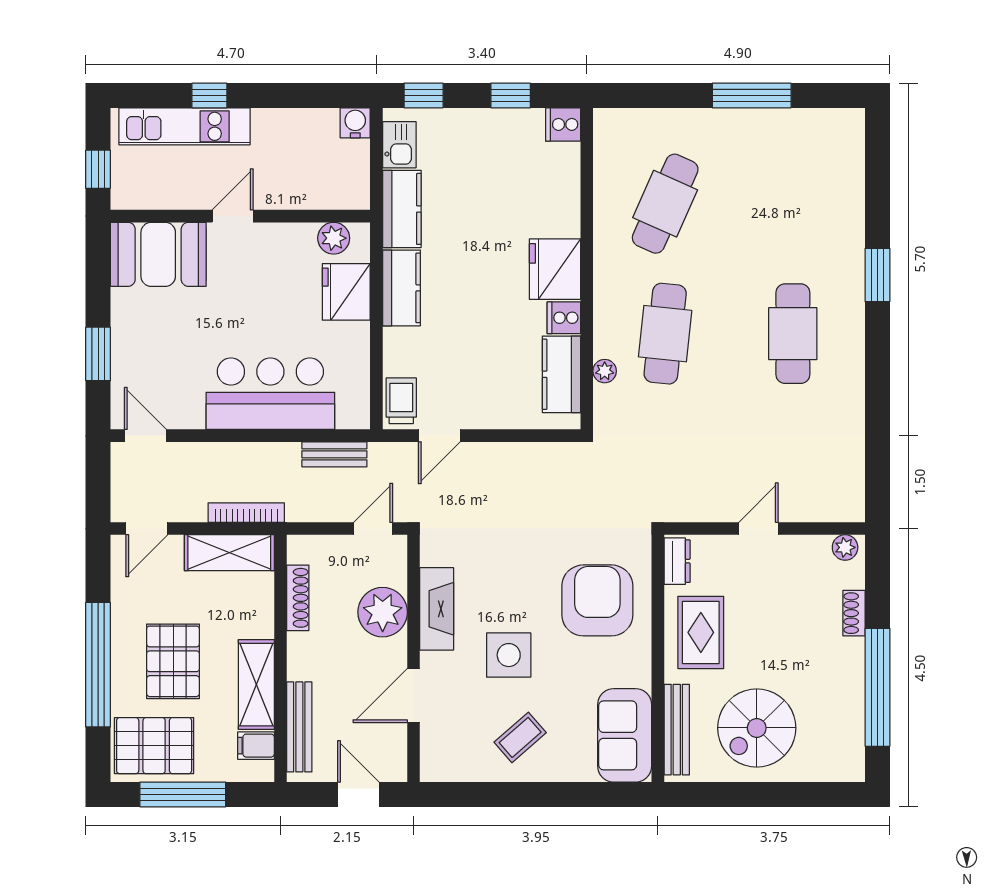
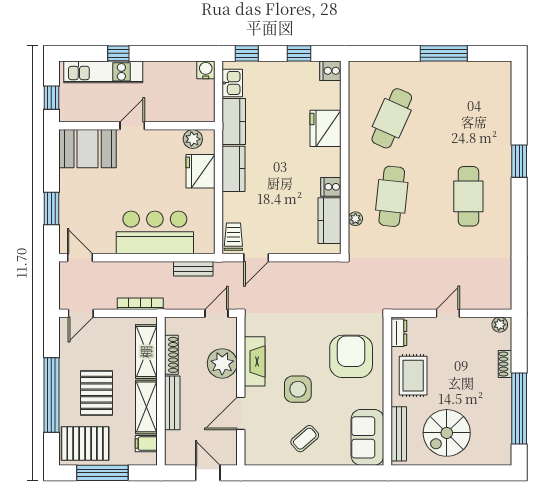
fridge: (555, 269) -> (326, 128), moved
shelving: (229, 553) -> (146, 352), moved, turned 90
bench: (299, 727) -> (172, 403), moved

